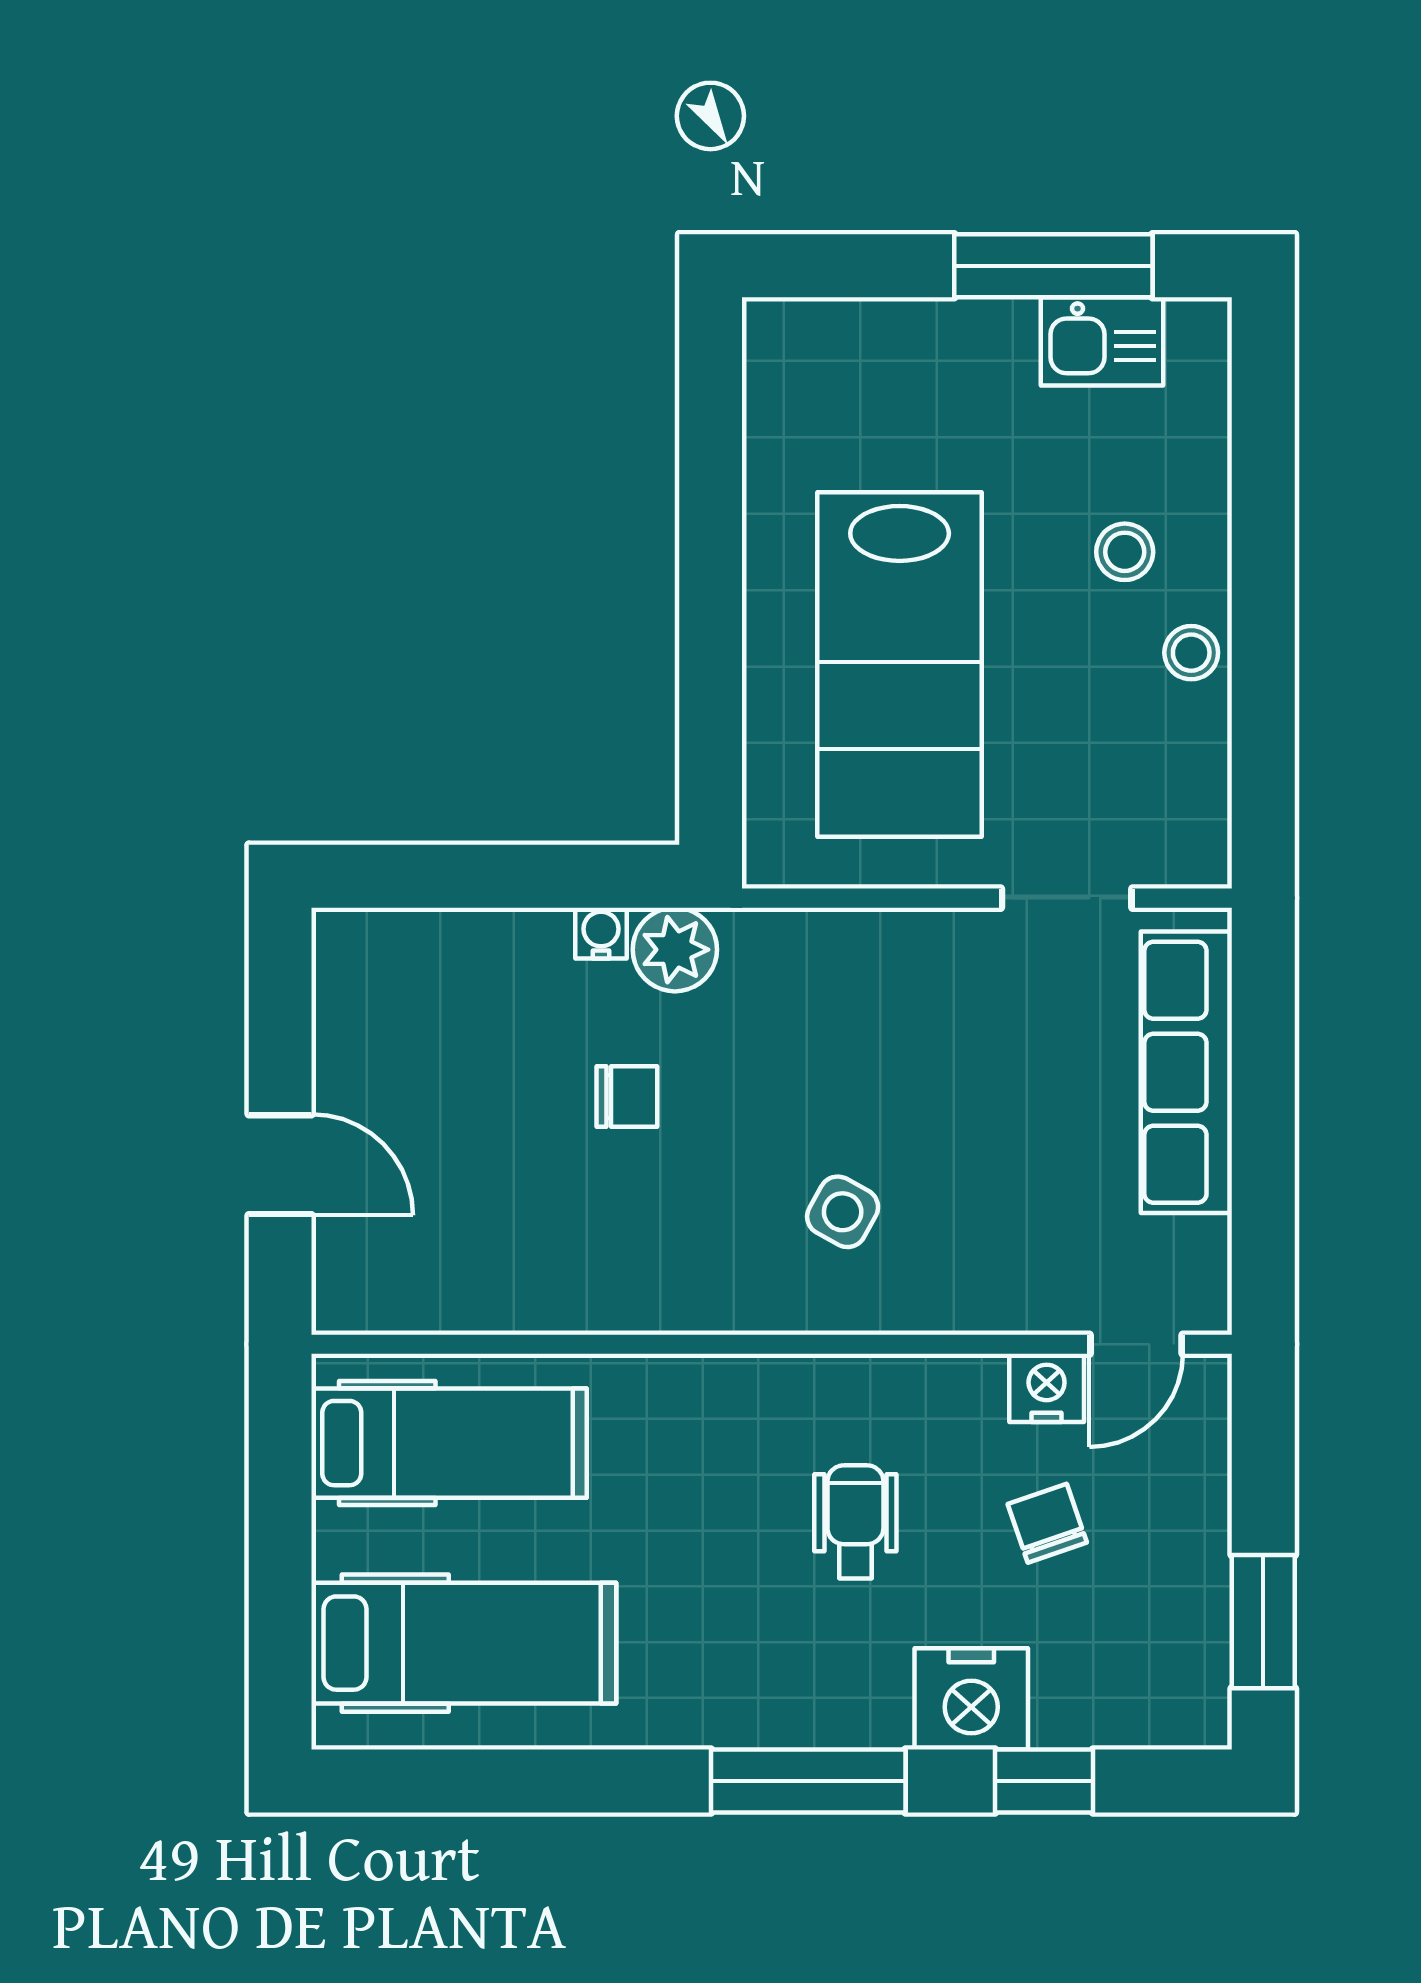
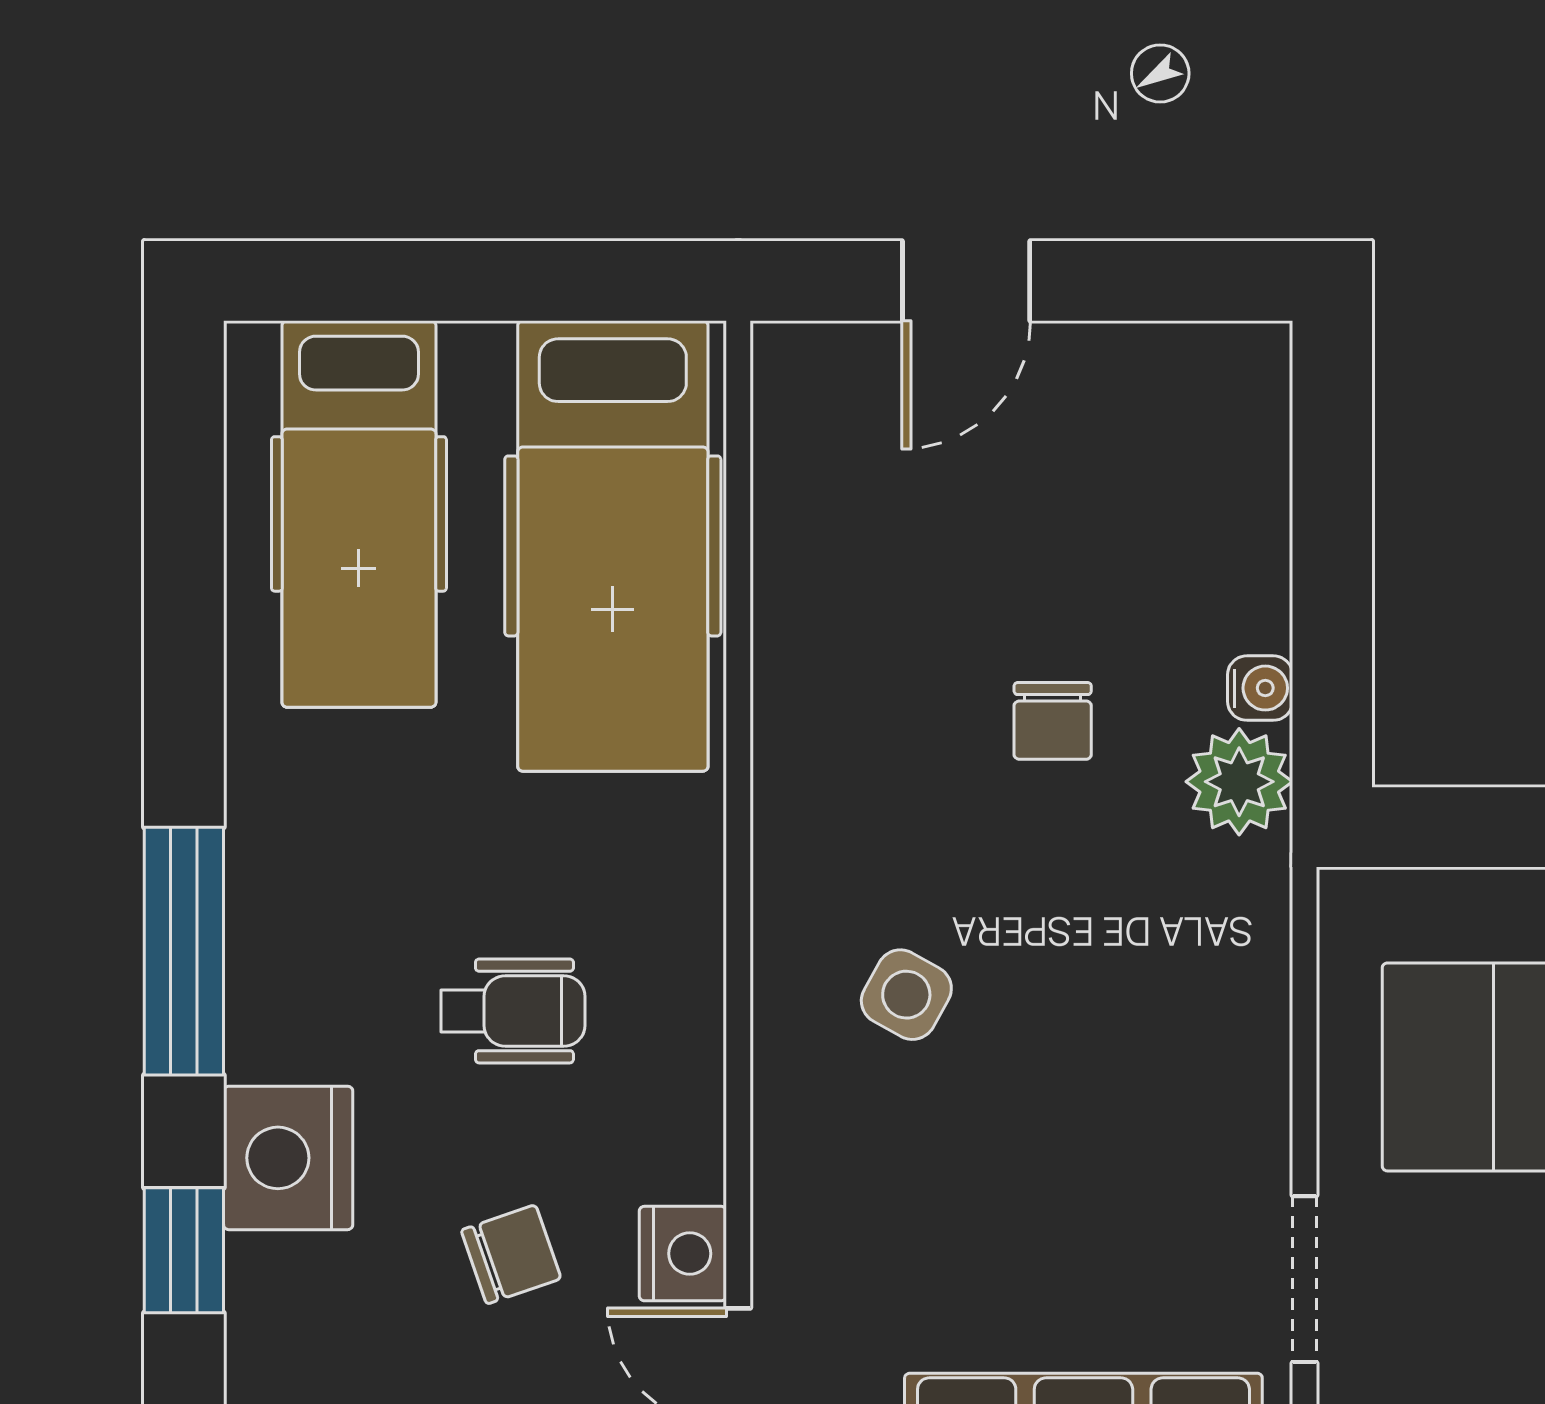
hospital bed: (449, 1443) -> (613, 546), width x1.37, depth x1.29

